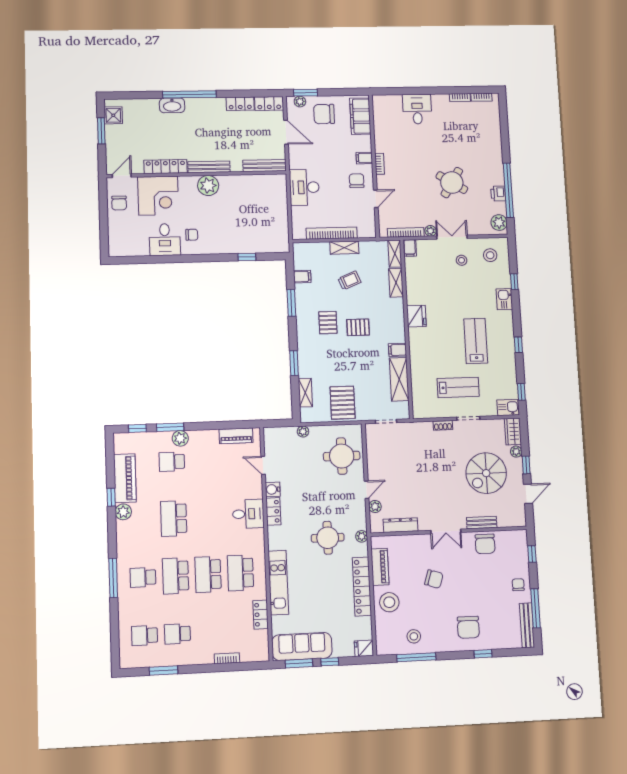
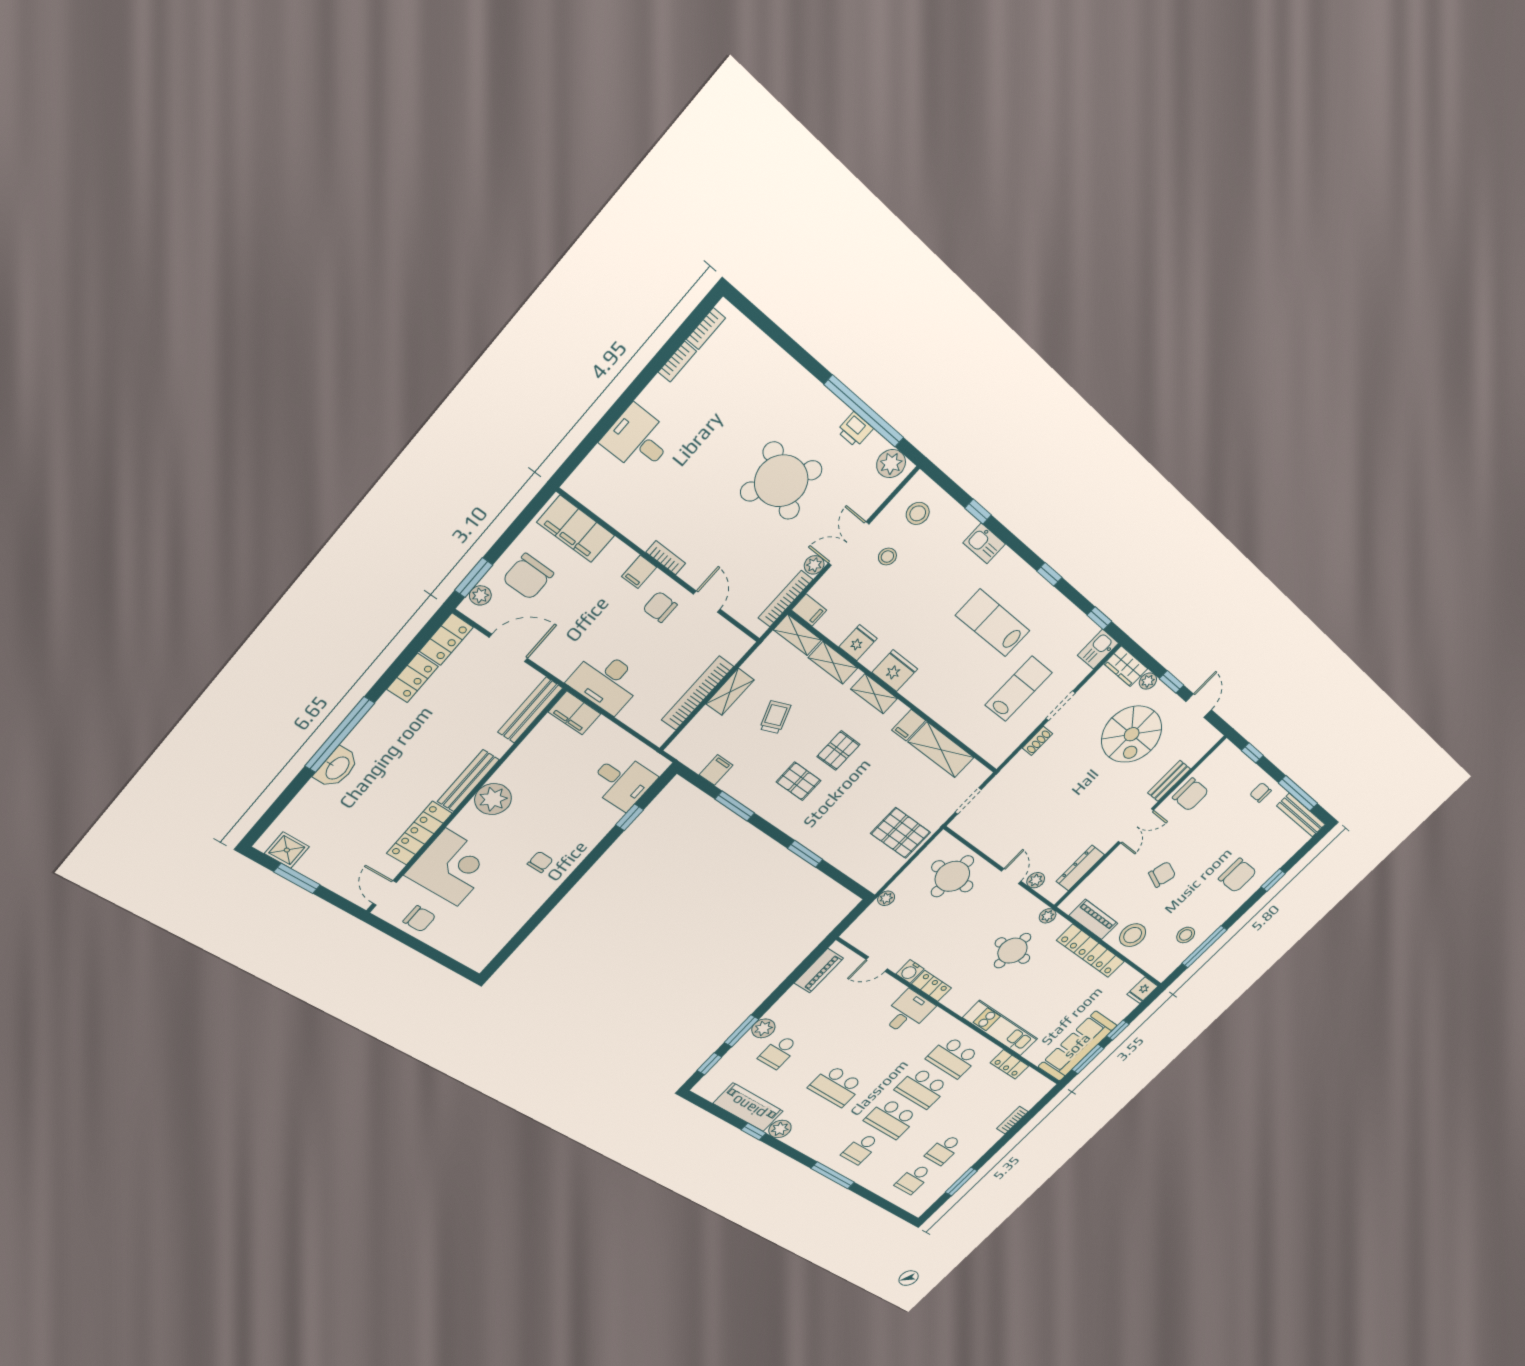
round table: (452, 183) -> (781, 481), width x1.36, depth x1.36
filing cabinet: (279, 186) -> (575, 713), added
desk: (165, 240) -> (622, 781), moved
fridge: (414, 285) -> (858, 643), added
shelving: (305, 393) -> (874, 694), moved

